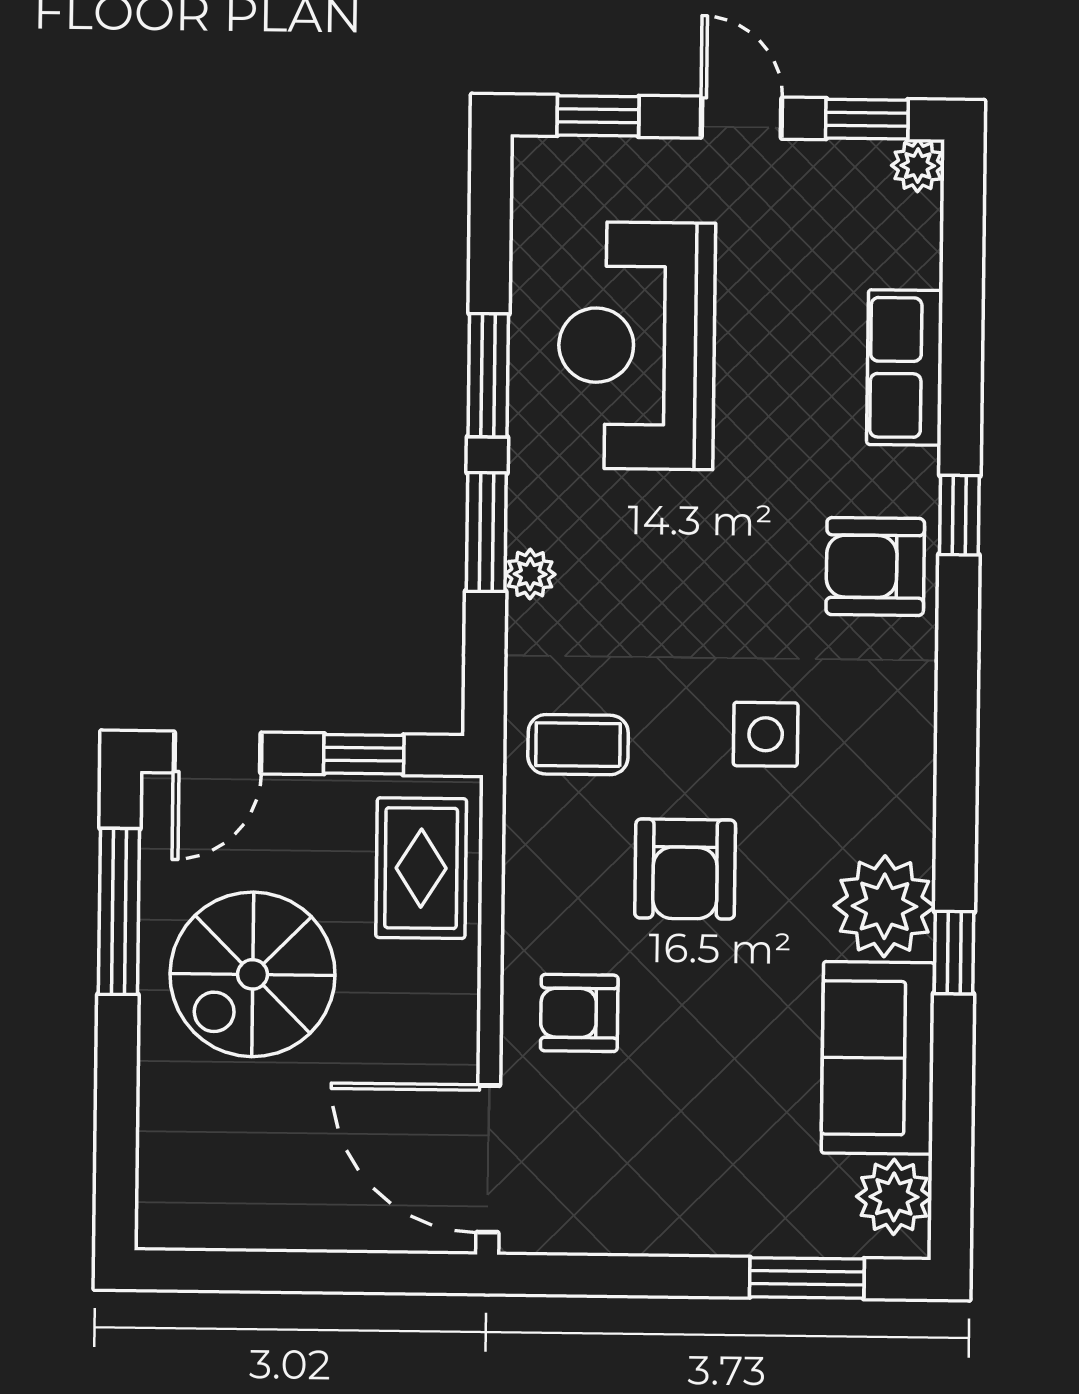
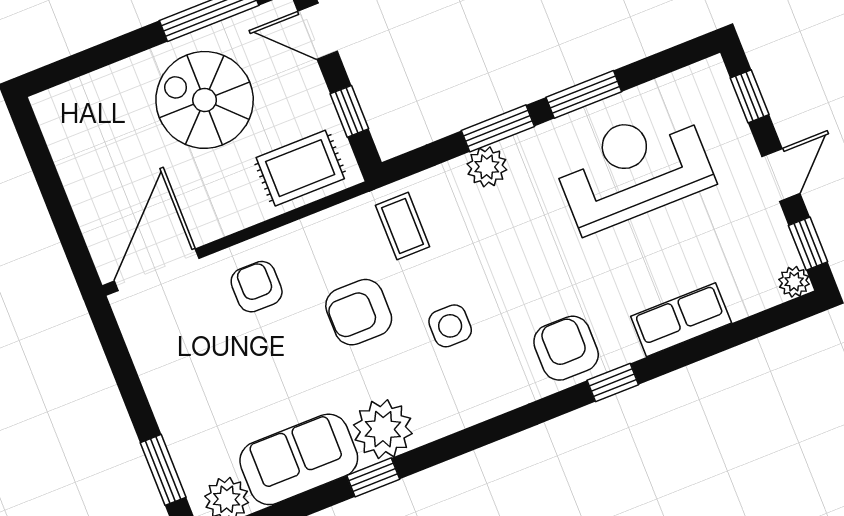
plant: (530, 574) -> (487, 167), width x1.38, depth x1.38

